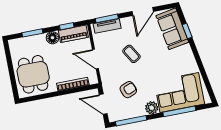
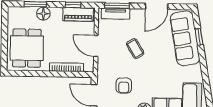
sofa: (172, 29) -> (185, 38), width x1.36
floor lamp: (52, 38) -> (43, 14), moved
armchair: (128, 90) -> (124, 86), turned 112

